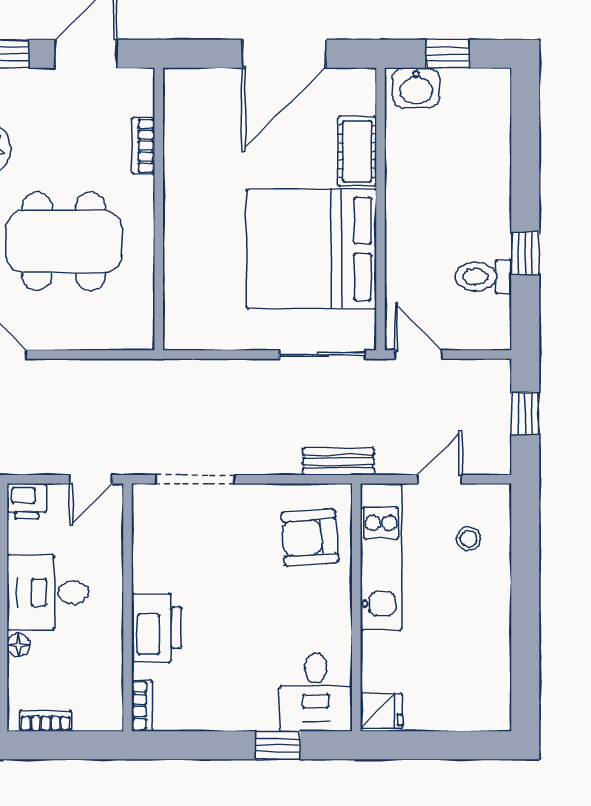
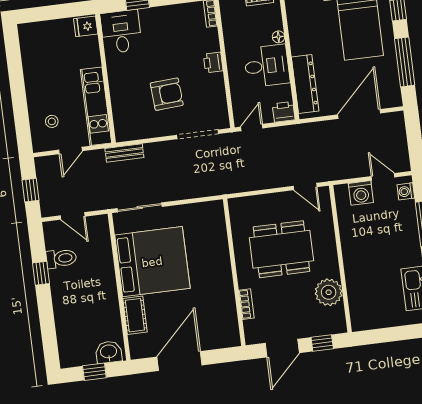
door: (419, 355) -> (73, 216), moved
armchair: (310, 537) -> (167, 94), moved
printer: (157, 628) -> (213, 62), width x0.53, depth x0.68

